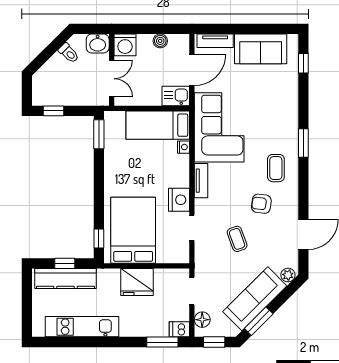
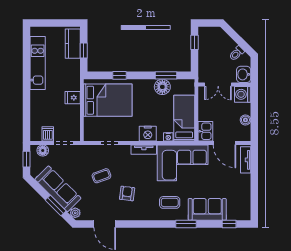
sofa: (261, 49) -> (207, 209), moved, turned 90
window: (99, 134) -> (166, 75), moved
window: (303, 143) -> (186, 224), moved
floor lamp: (115, 155) -> (162, 87), added
coffee table: (276, 168) -> (170, 202), moved
nightstand: (179, 200) -> (148, 134), moved
window: (99, 239) -> (119, 75), moved
kitchen counter: (66, 279) -> (73, 44), width x0.67
fridge: (137, 282) -> (73, 98), width x0.53, depth x0.75
window: (259, 321) -> (56, 205), moved
dishwasher: (179, 329) -> (48, 134), moved
window: (162, 342) -> (26, 121), removed

